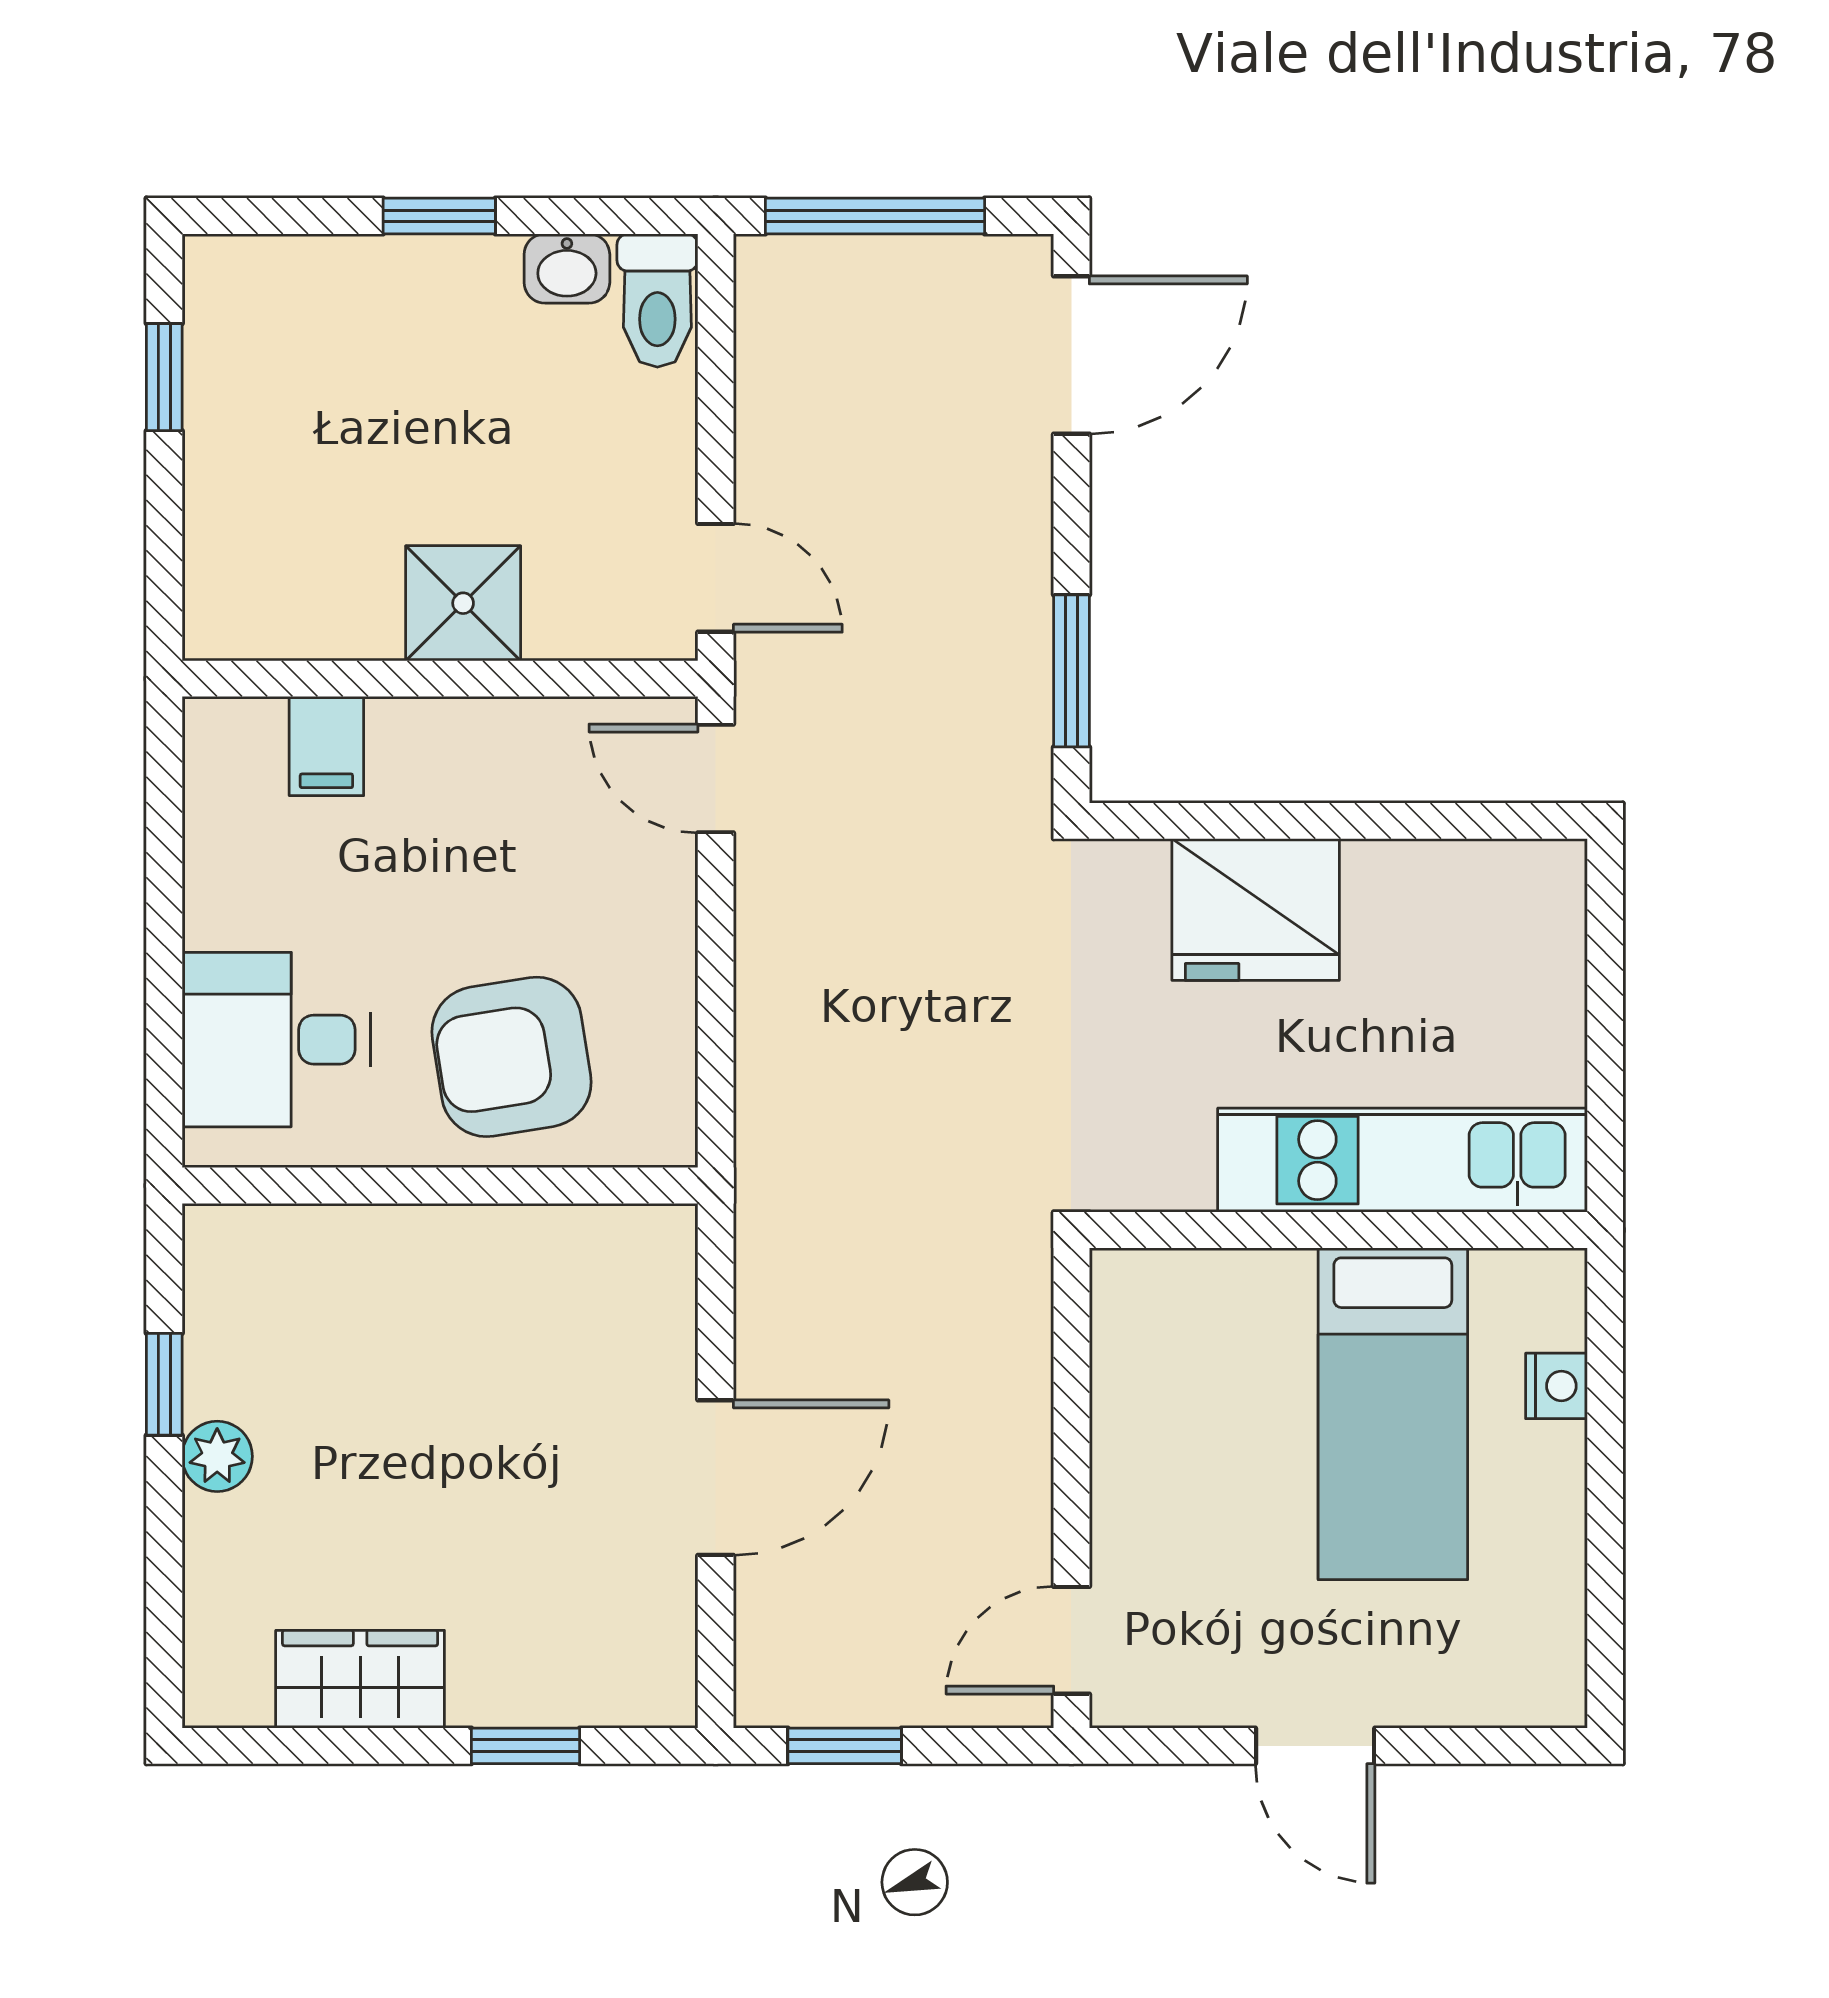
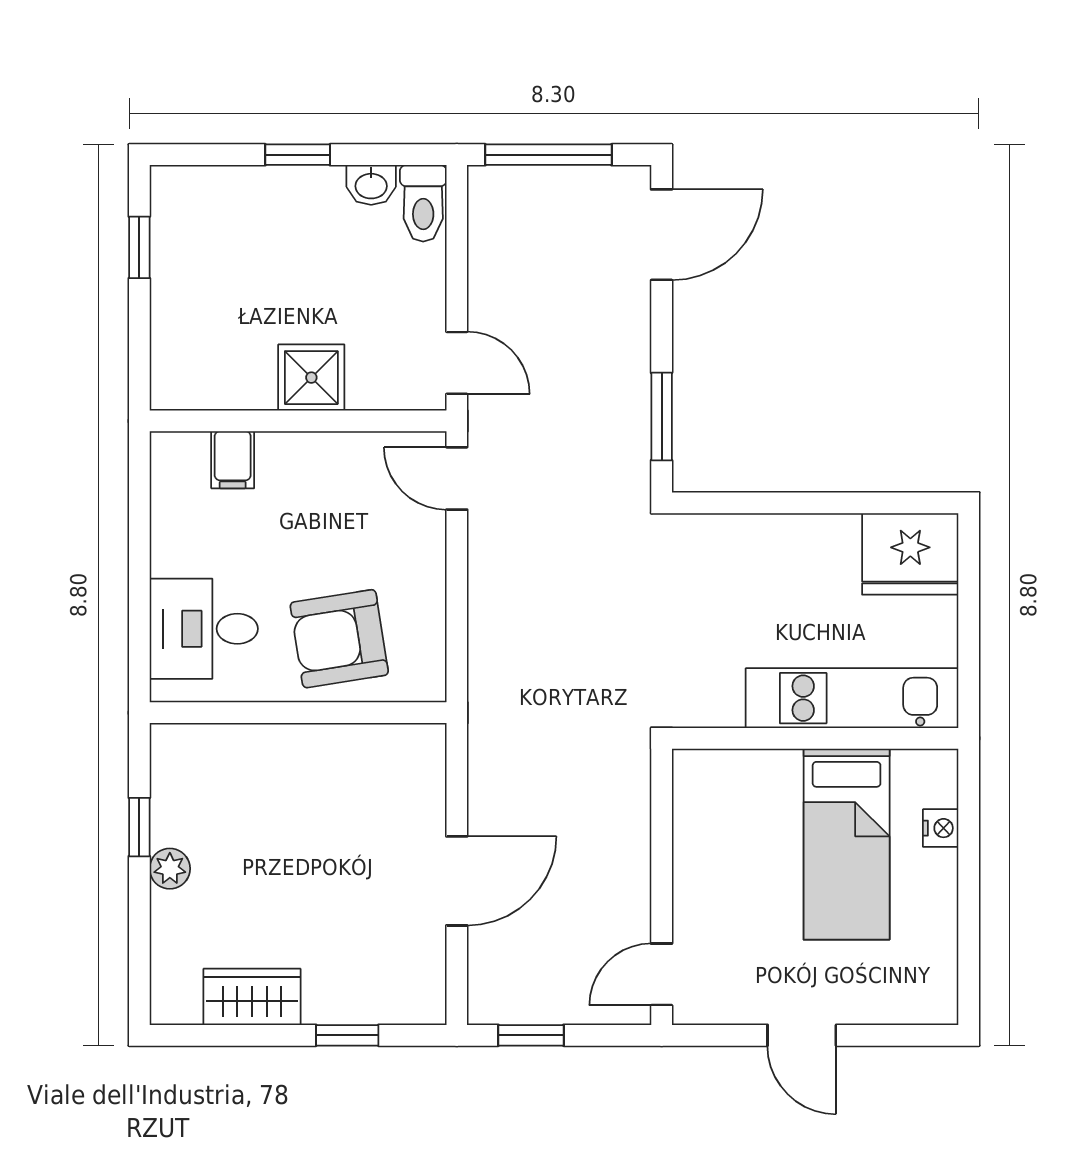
fridge: (1256, 910) -> (910, 554), moved

